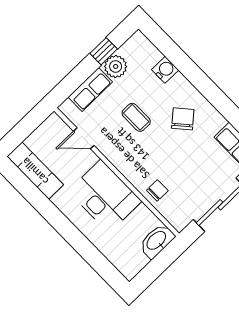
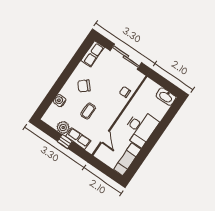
window: (104, 51) -> (65, 141), moved
desk: (105, 196) -> (140, 128), moved, turned 180
washbasin: (157, 241) -> (166, 97), moved

